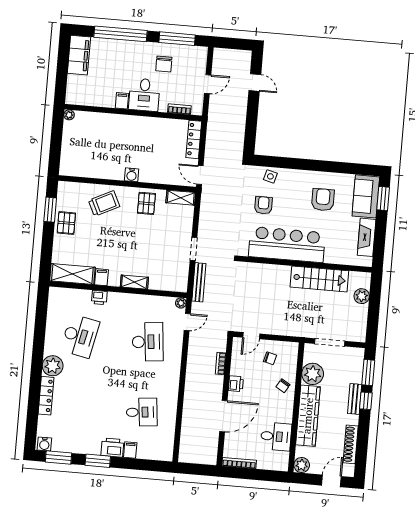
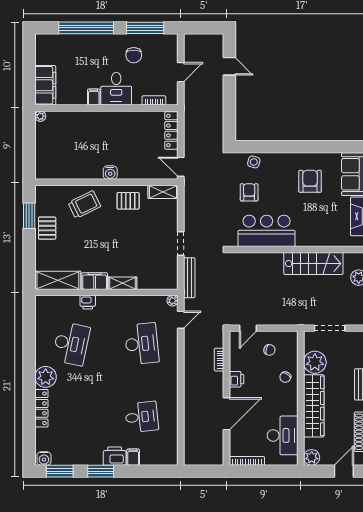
filing cabinet: (79, 55) -> (45, 85), moved
pallet: (146, 203) -> (128, 201), turned 90
bar counter: (287, 245) -> (267, 231), width x0.73
filing cabinet: (101, 277) -> (95, 281), width x2.00
desk: (276, 436) -> (283, 435), width x1.37

